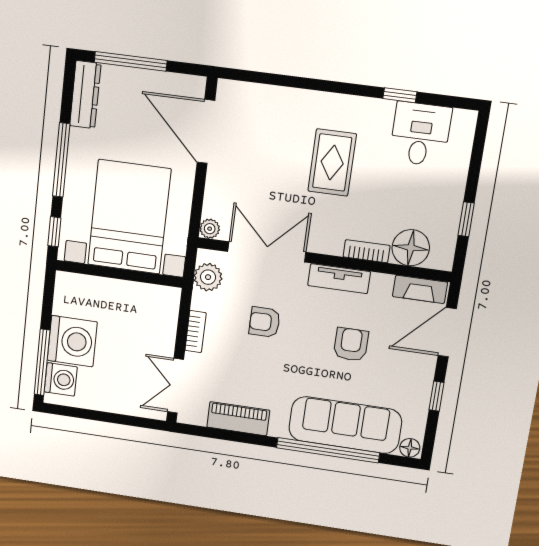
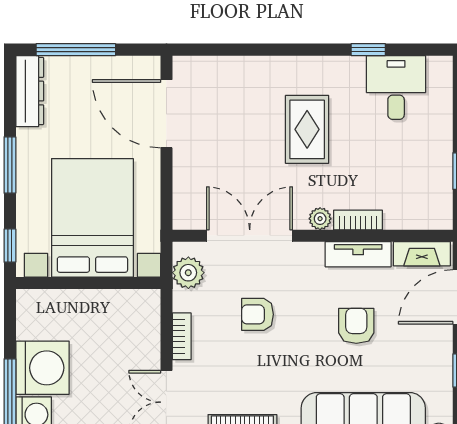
window: (61, 160) -> (10, 165), width x0.69
plant: (210, 229) -> (320, 219), moved
floor lamp: (411, 248) -> (405, 210), removed
tv unit: (339, 279) -> (358, 254), moved

